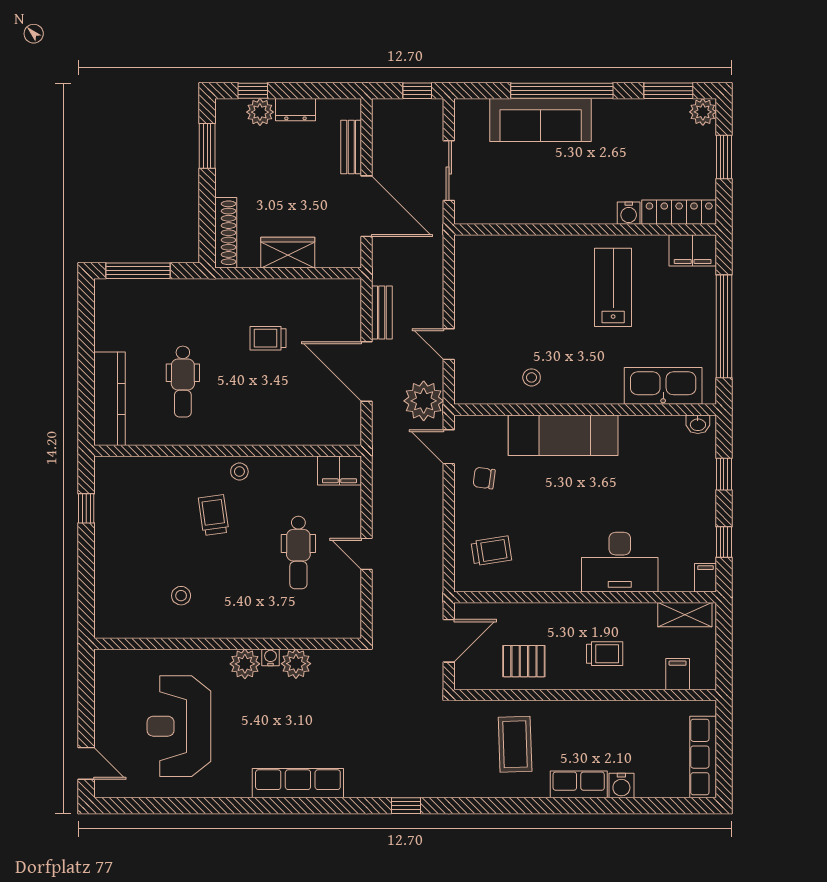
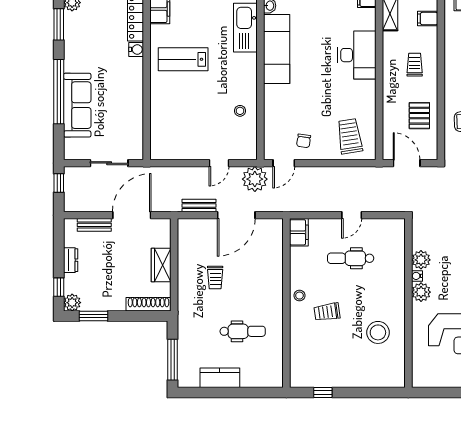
plant: (260, 112) -> (72, 303), moved
kitchen counter: (110, 399) -> (220, 378), moved, width x0.67
exam couch: (563, 435) -> (277, 49), moved
trolley: (491, 551) -> (350, 136), width x1.36, depth x1.39
dental chair: (298, 553) -> (351, 258), turned 180
stool: (181, 596) -> (378, 332), width x1.89, depth x1.89

